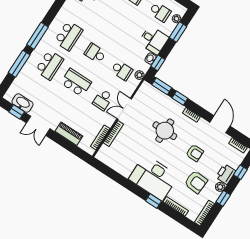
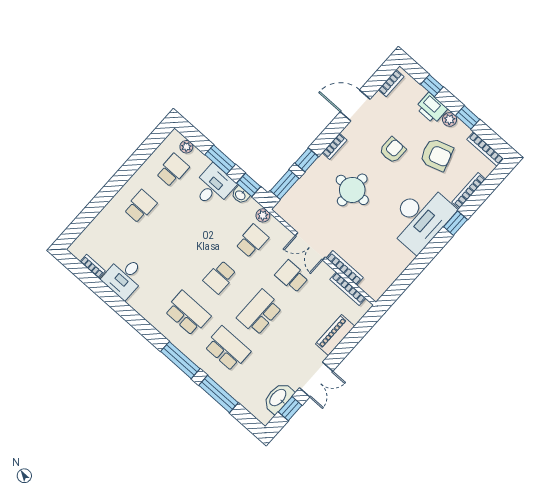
window: (178, 32) -> (220, 159), moved
school desk: (103, 100) -> (292, 276), turned 180
armchair: (196, 182) -> (437, 155), turned 68

